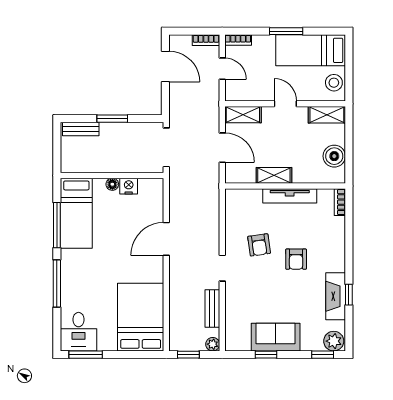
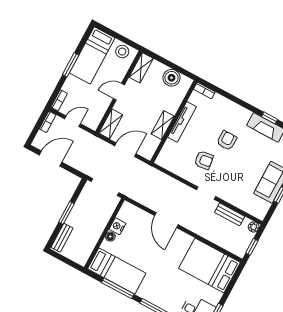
armchair: (296, 259) -> (227, 140), turned -90

